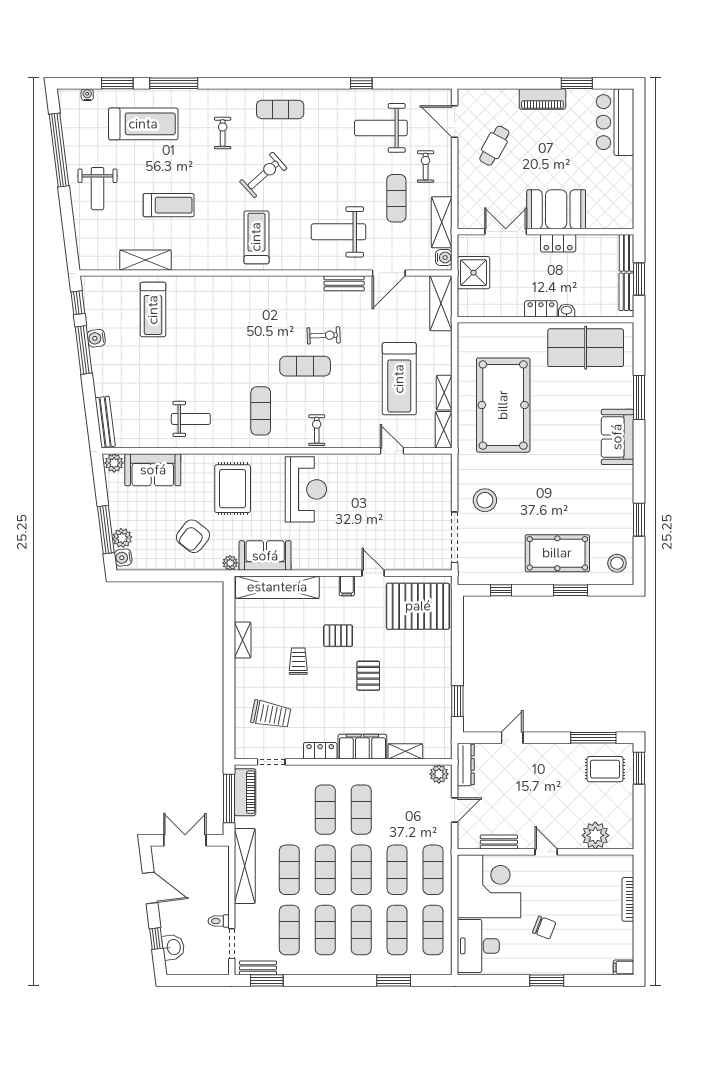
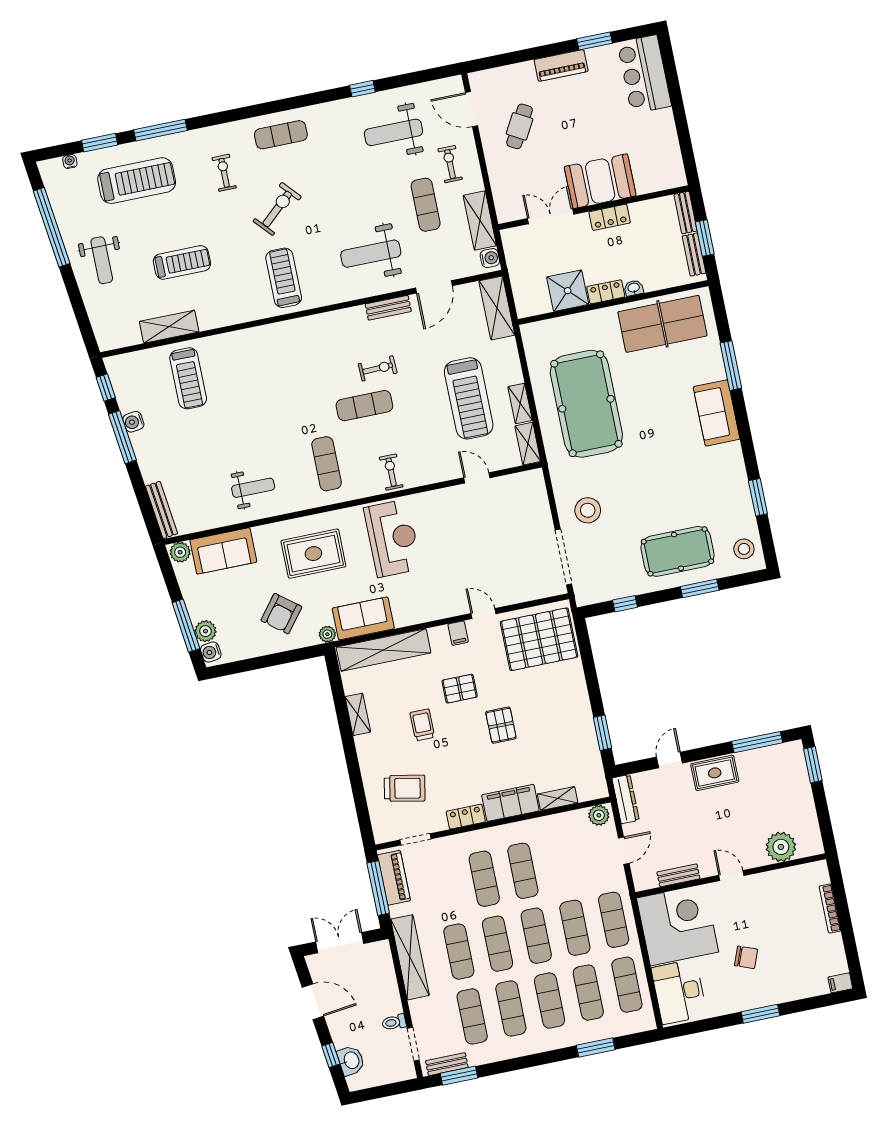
shower: (474, 273) -> (568, 291), moved
rug: (233, 489) -> (313, 554), turned 90
rug: (605, 769) -> (715, 773), moved

